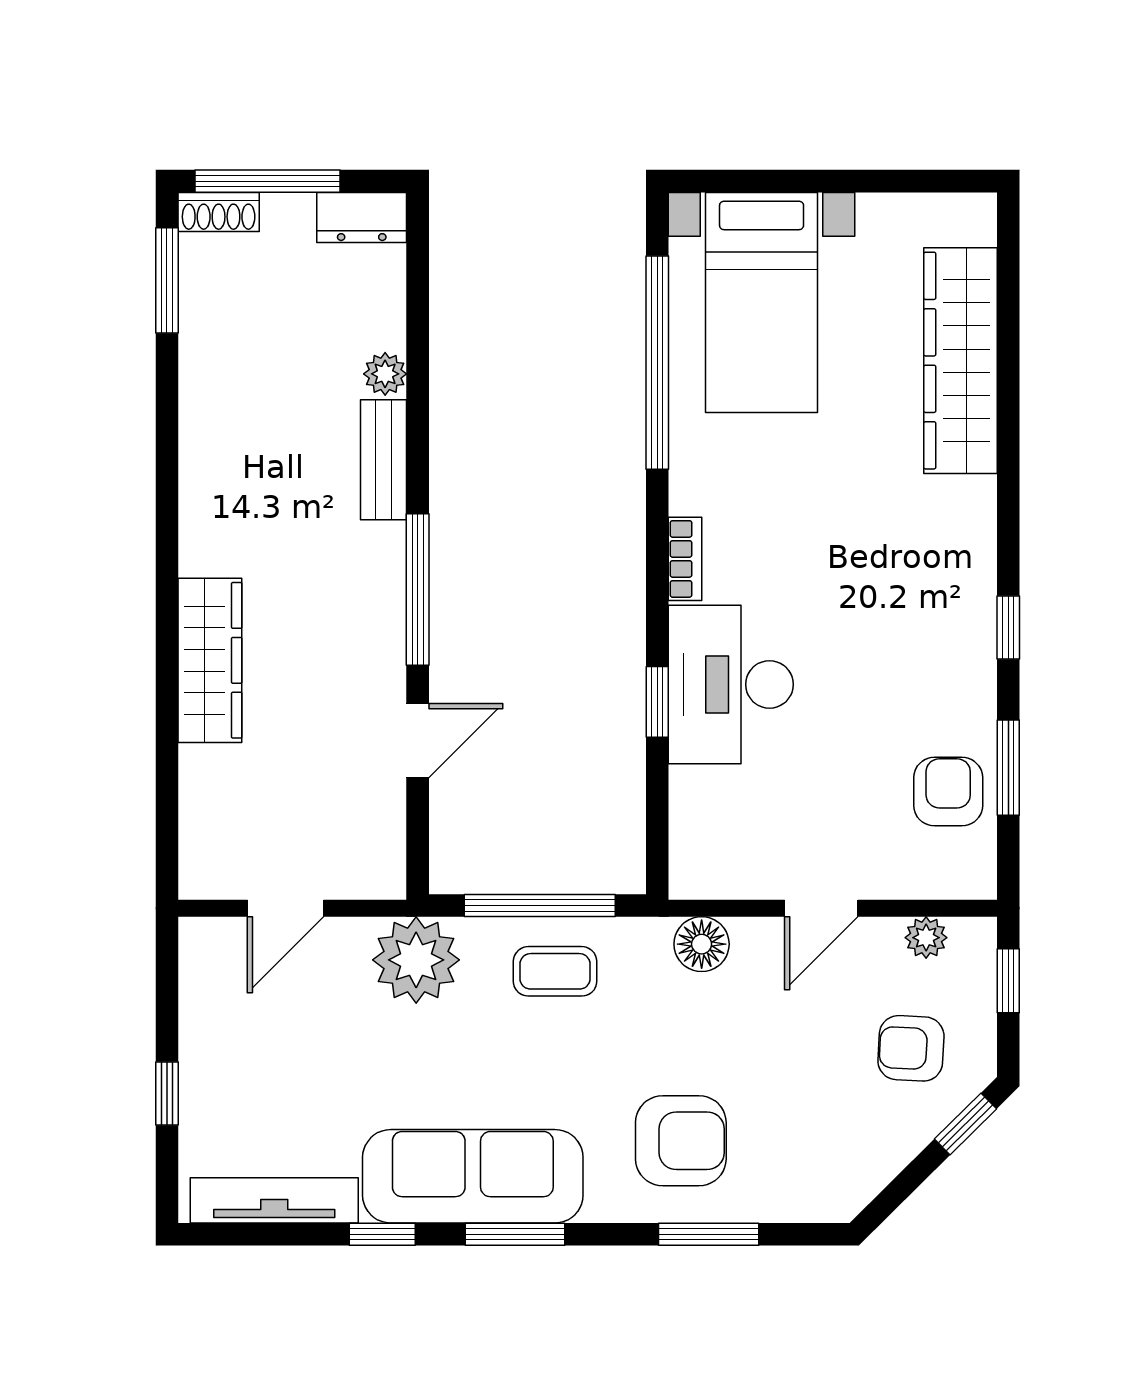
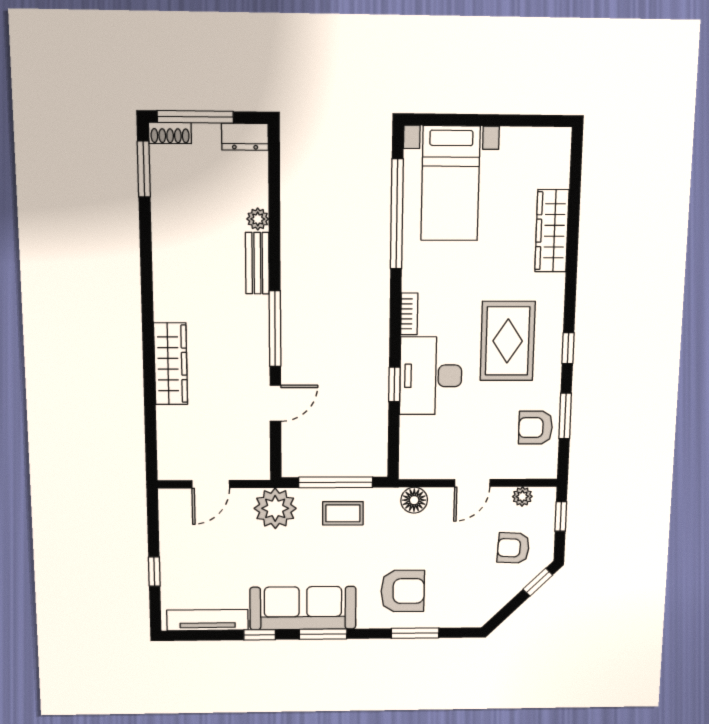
wardrobe: (961, 361) -> (552, 231), width x0.71, depth x0.85
rug: (885, 613) -> (508, 341), added
armchair: (948, 792) -> (536, 428), turned -90

